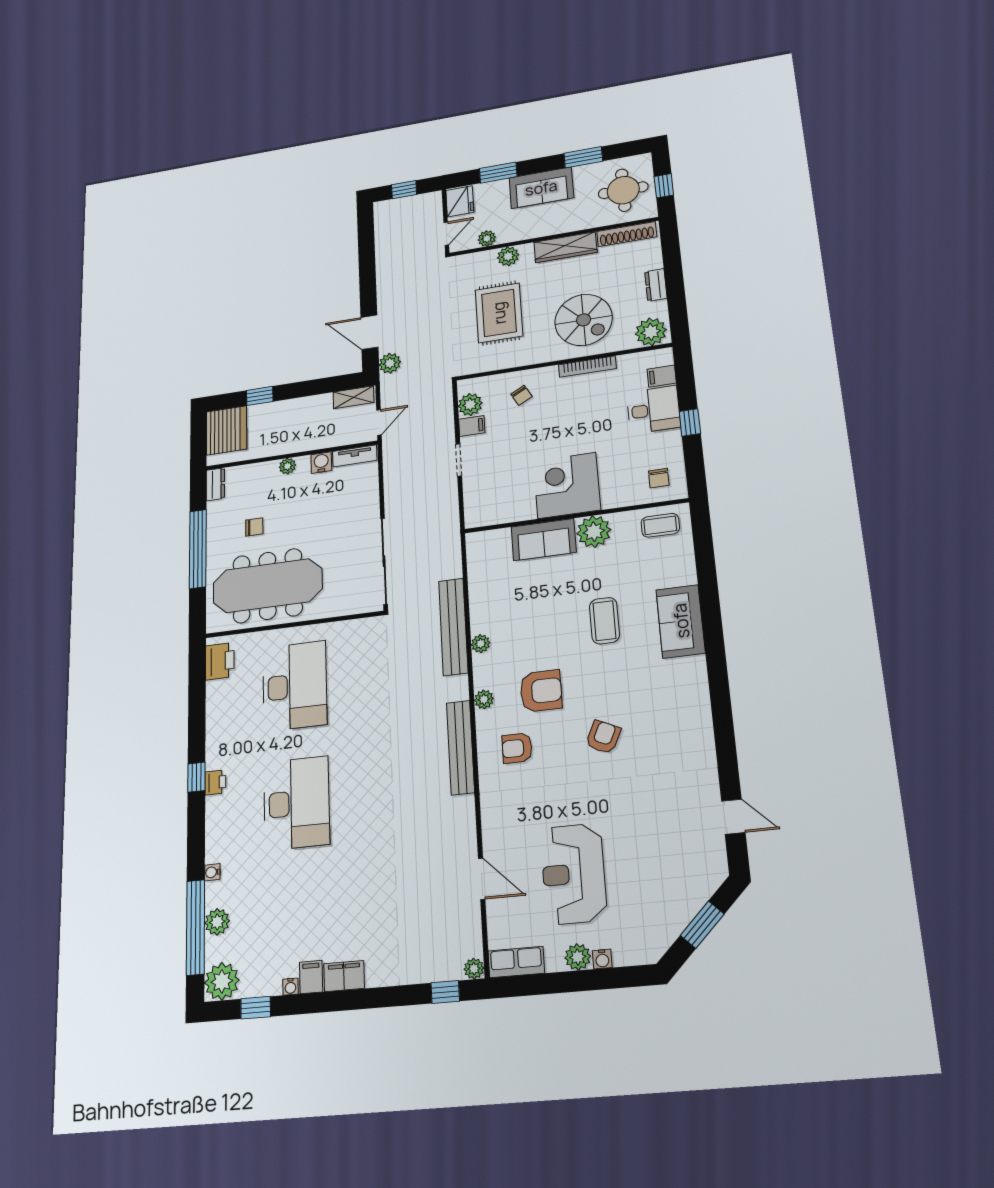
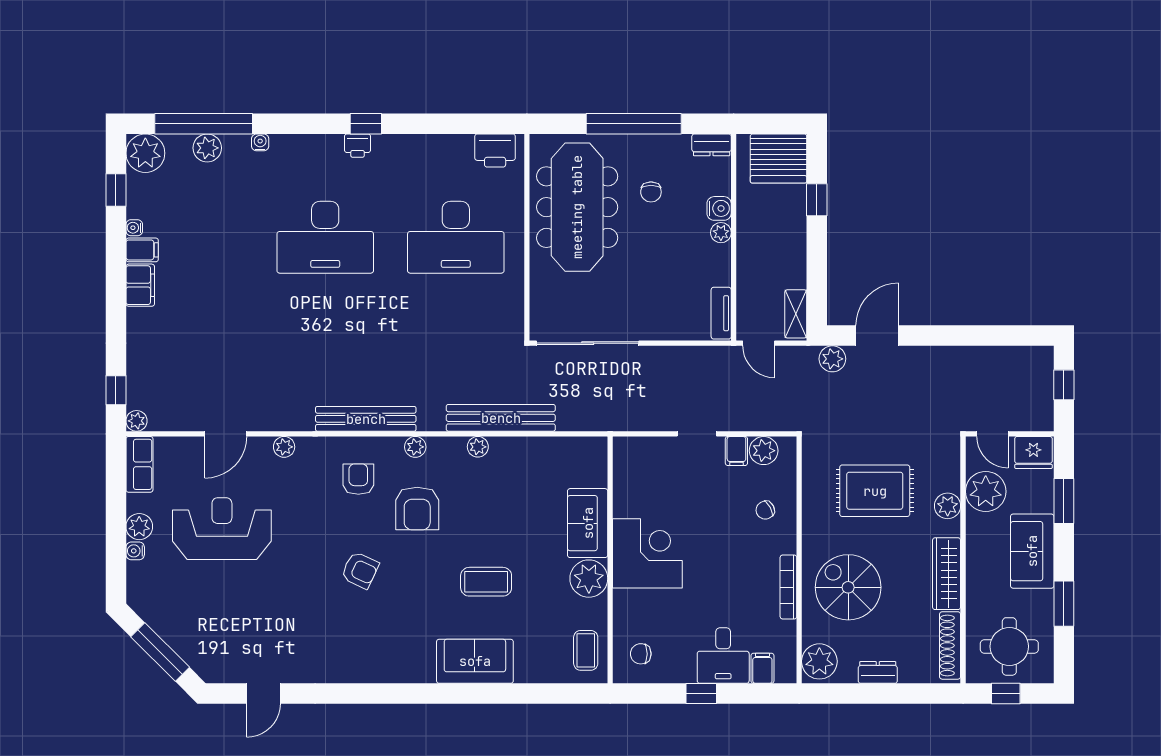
plant: (487, 238) -> (986, 491), width x1.88, depth x1.88
spiral stairs: (584, 320) -> (848, 587), turned 90
water cooler: (321, 462) -> (719, 208), moved
plant: (491, 821) -> (284, 447), added
window: (702, 925) -> (160, 652), width x1.44

